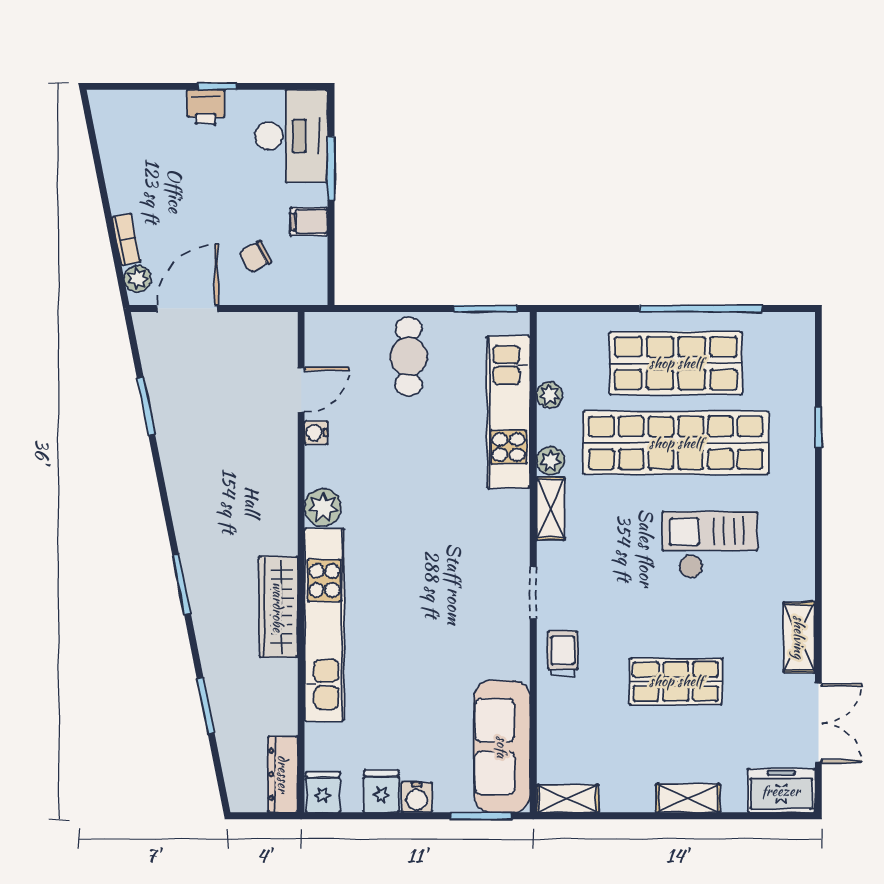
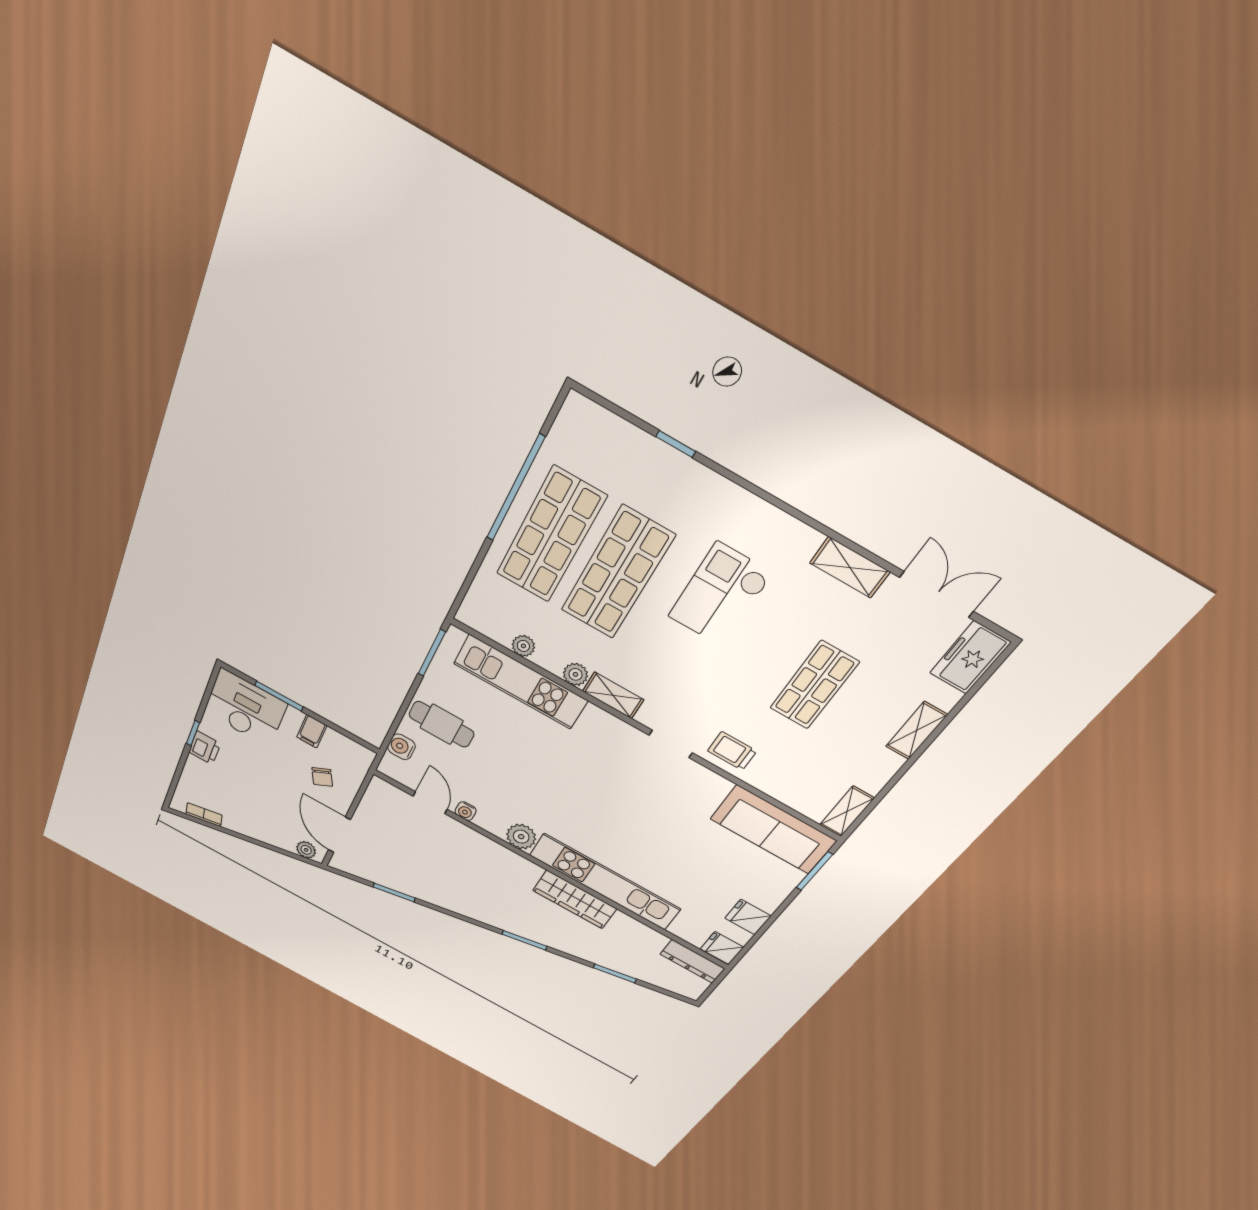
bookcase: (126, 239) -> (204, 815), moved
shop shelf: (676, 443) -> (617, 573), width x0.71
water cooler: (417, 797) -> (401, 747), moved, turned 180

